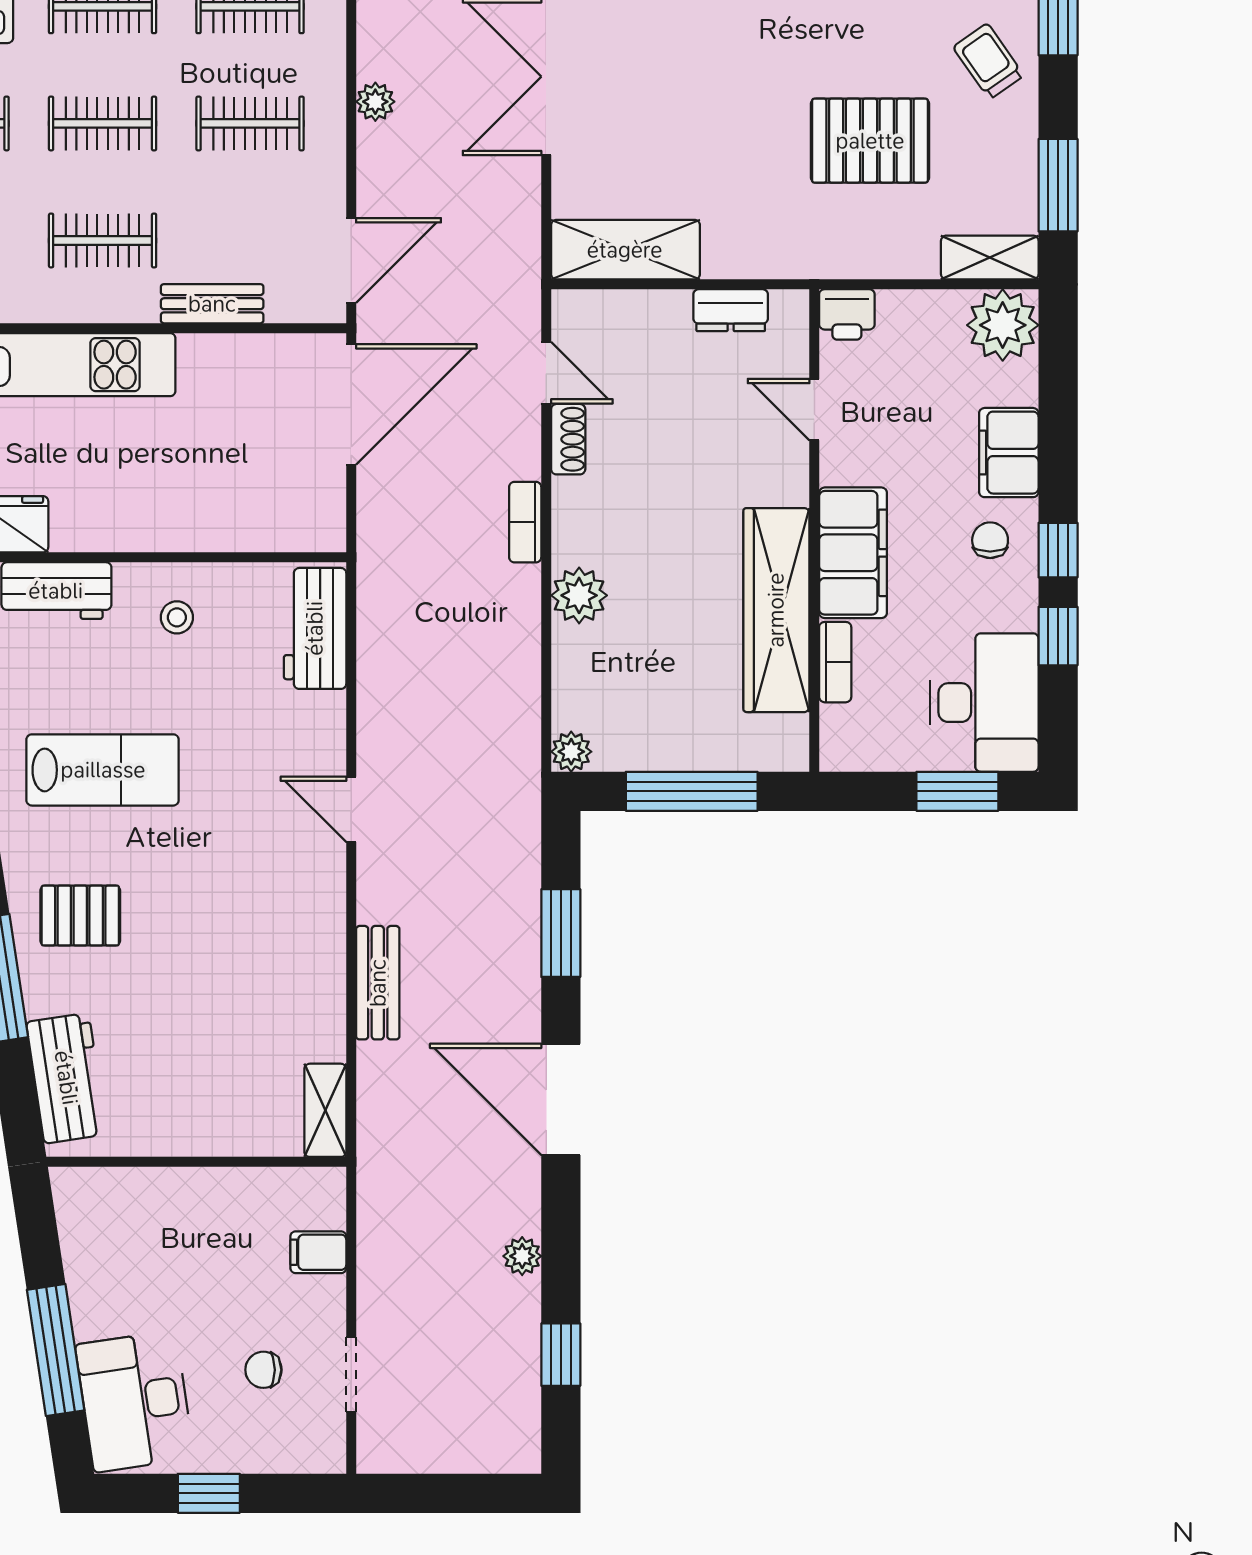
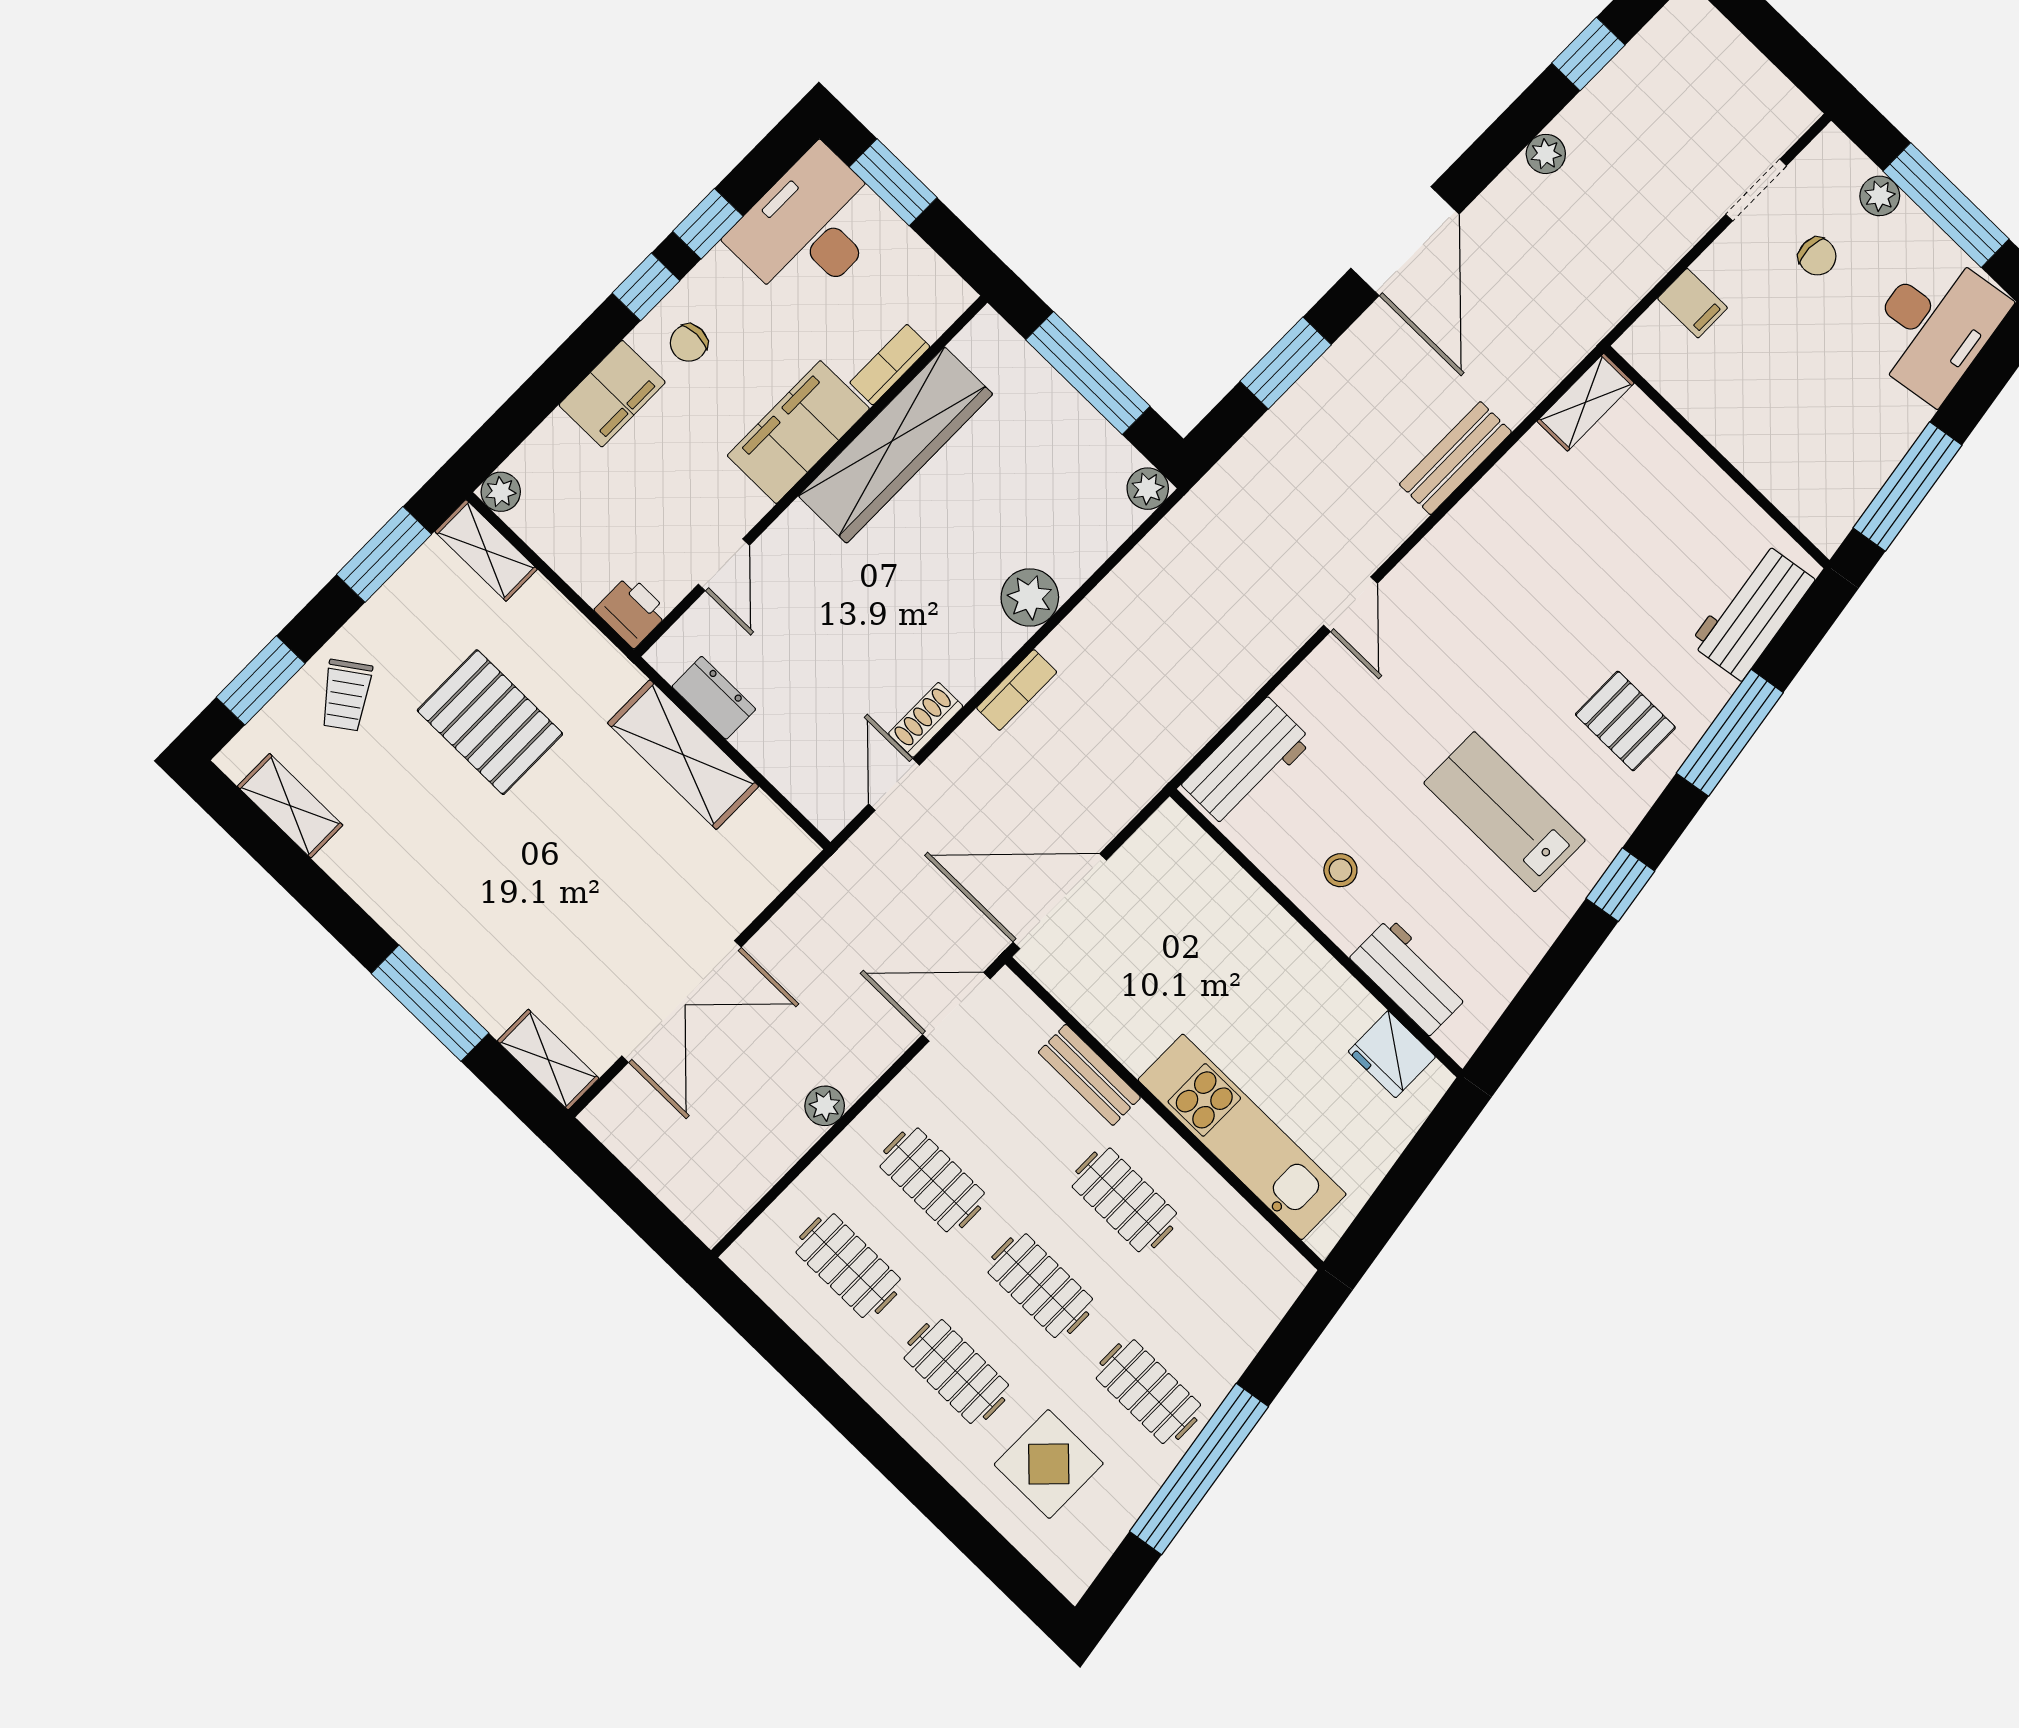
shelving: (625, 250) -> (683, 755), moved
plant: (1003, 325) -> (501, 492), width x0.53, depth x0.53
window: (56, 1350) -> (1907, 487), moved
plant: (261, 1454) -> (1880, 196), added
window: (209, 1493) -> (1946, 205), width x2.17

